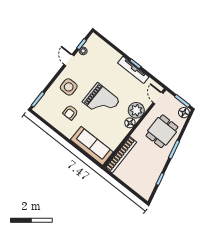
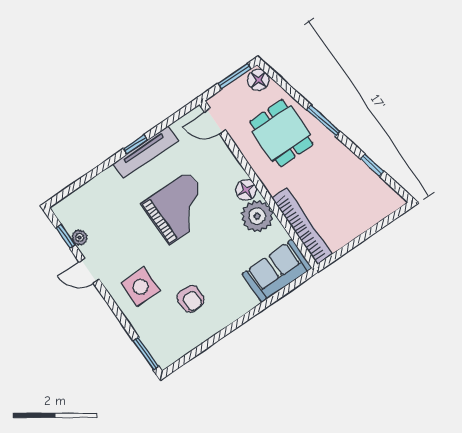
grand piano: (101, 101) -> (179, 208), moved
plant: (136, 110) -> (257, 216), moved
sofa: (92, 146) -> (277, 271), width x0.73

